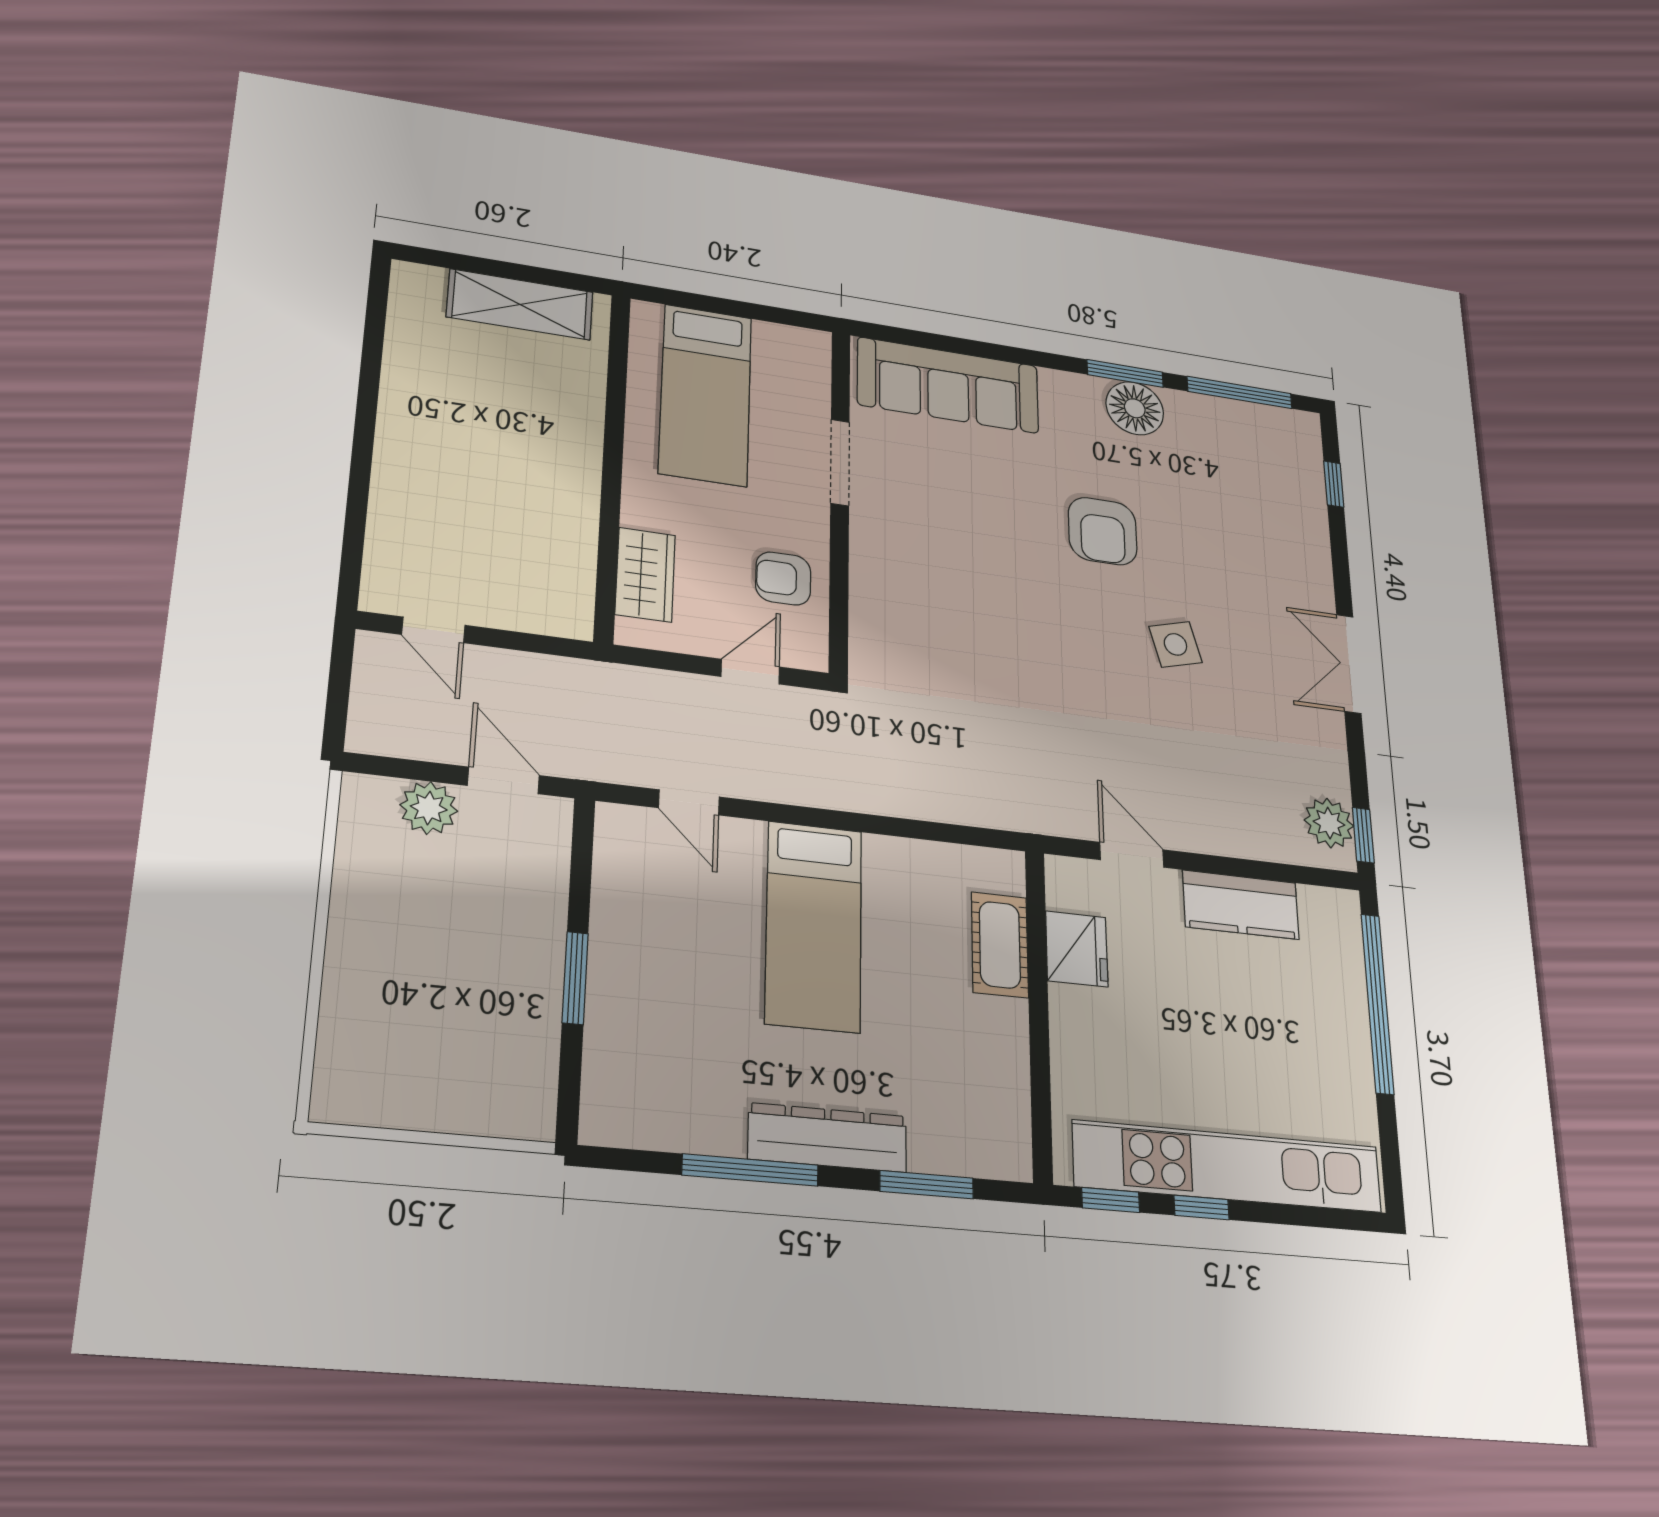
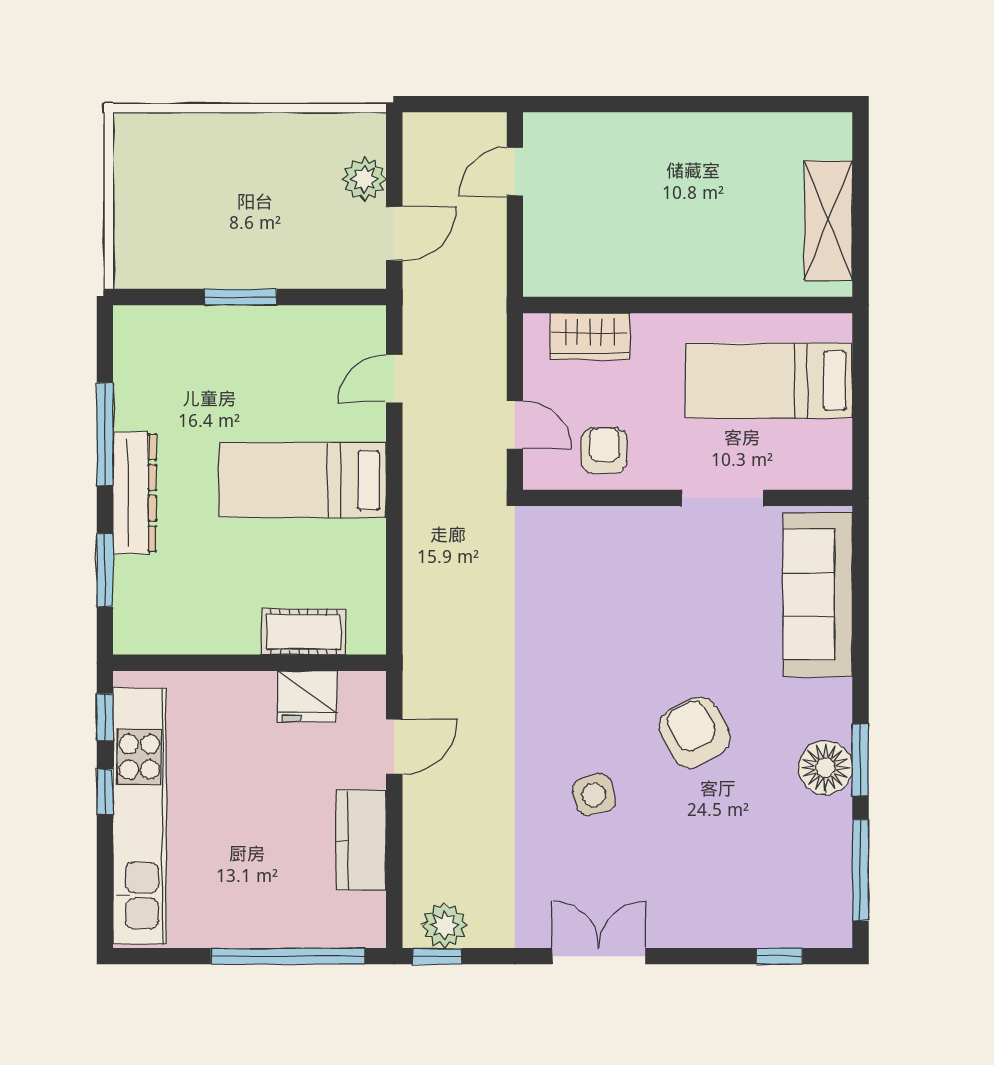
armchair: (1103, 531) -> (695, 733), turned 62

